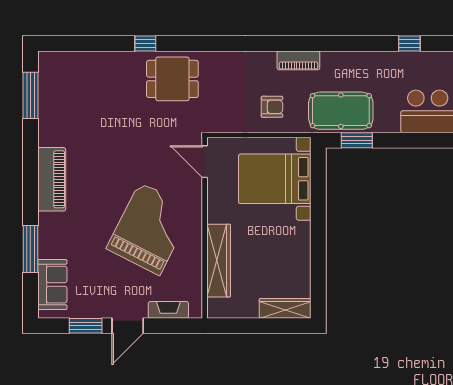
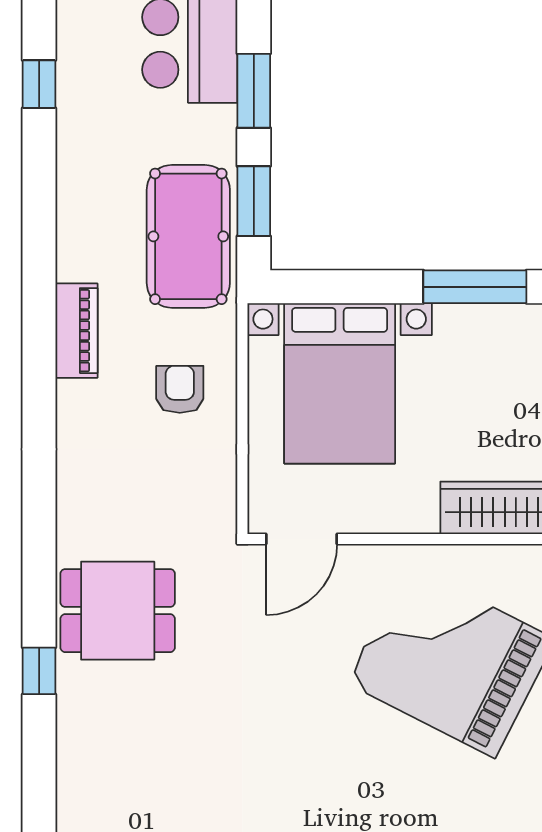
dining table: (172, 79) -> (118, 611), turned 90
window: (406, 140) -> (254, 91), added
window: (318, 240) -> (475, 287), added

